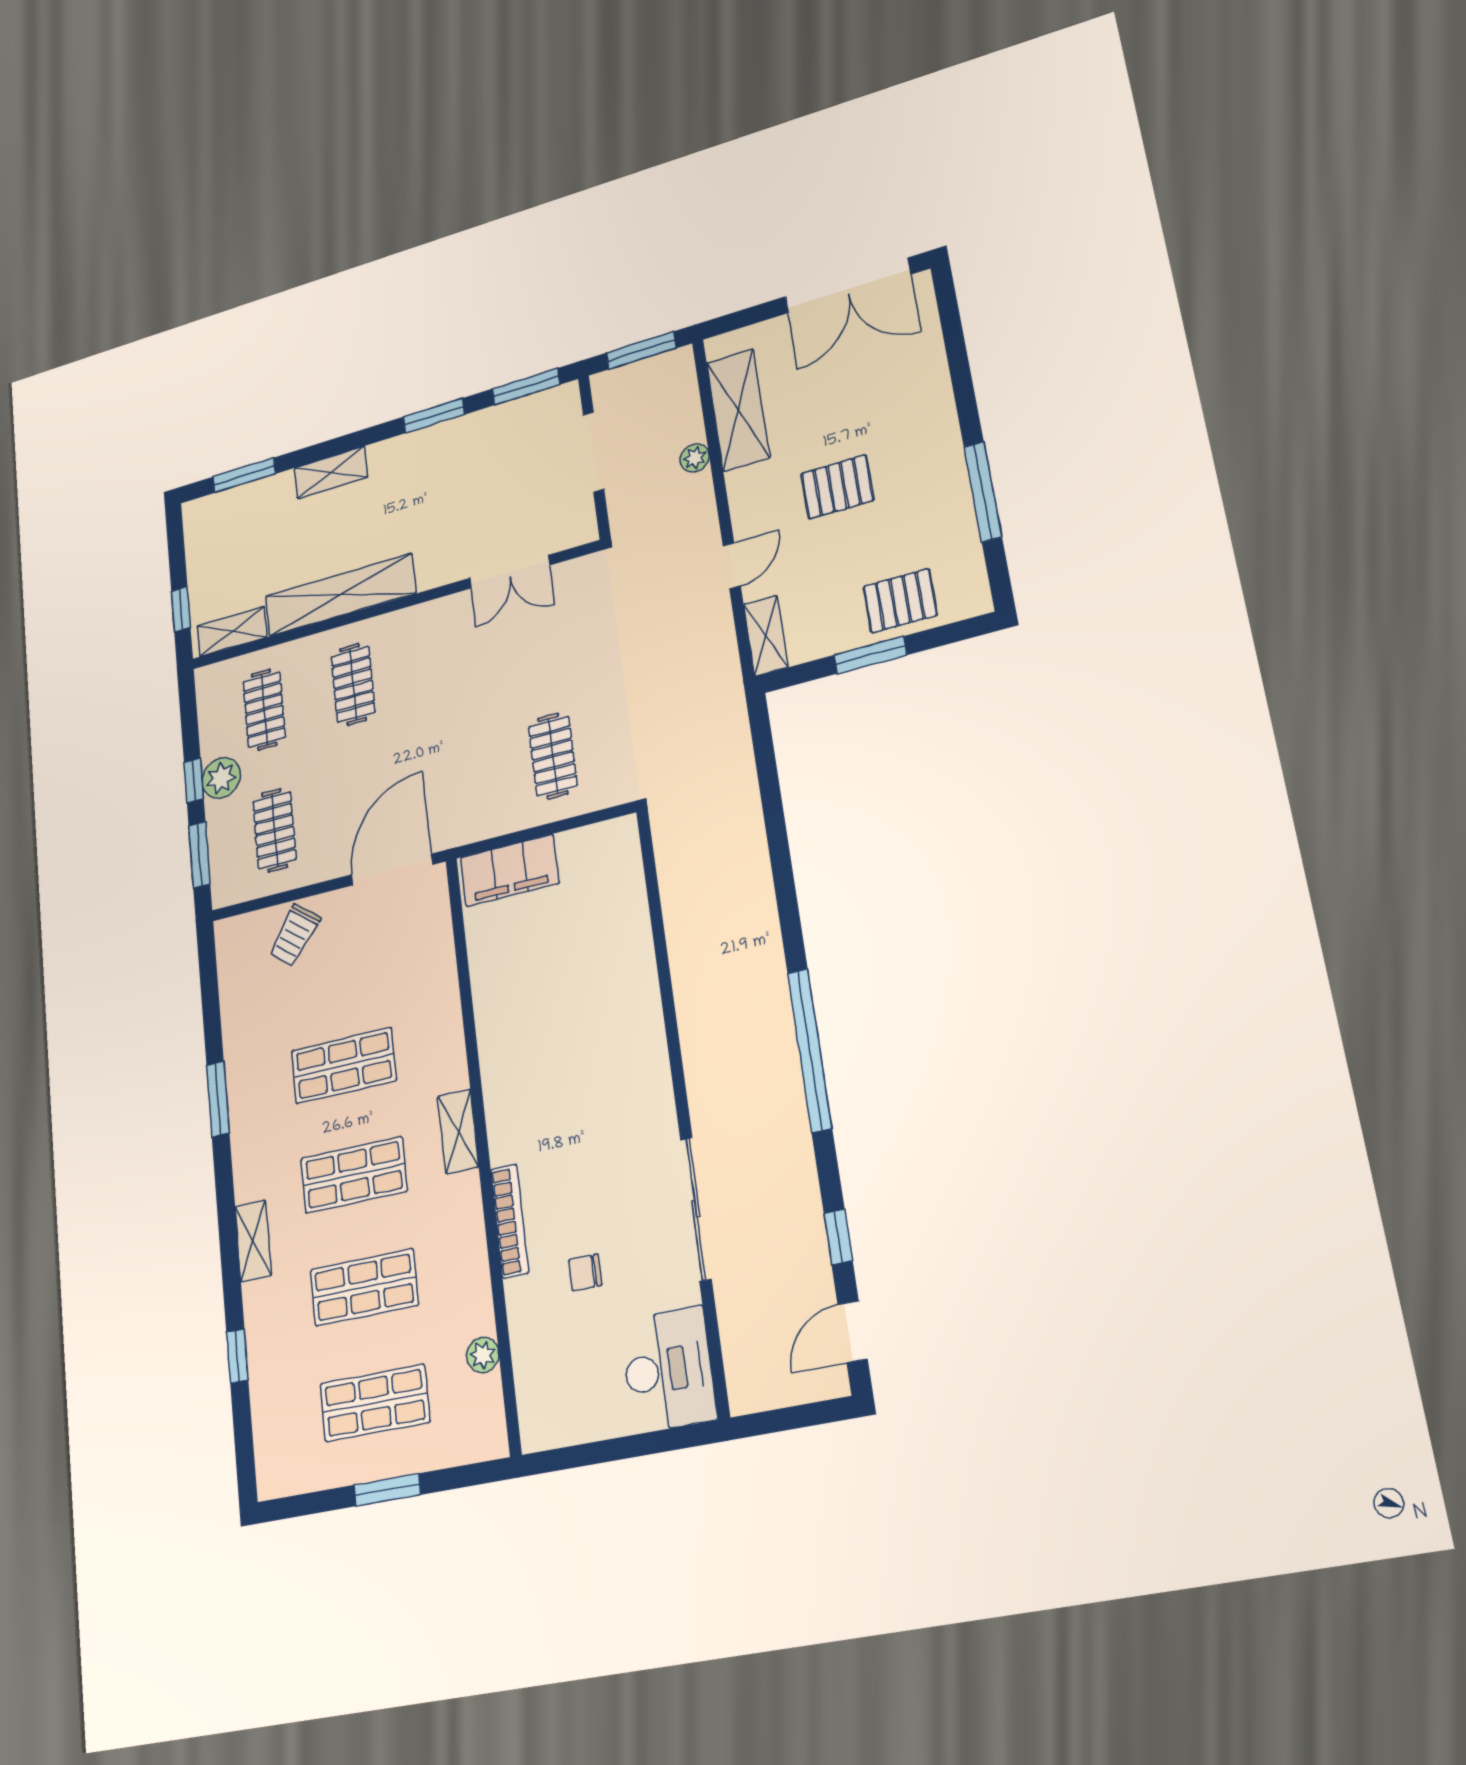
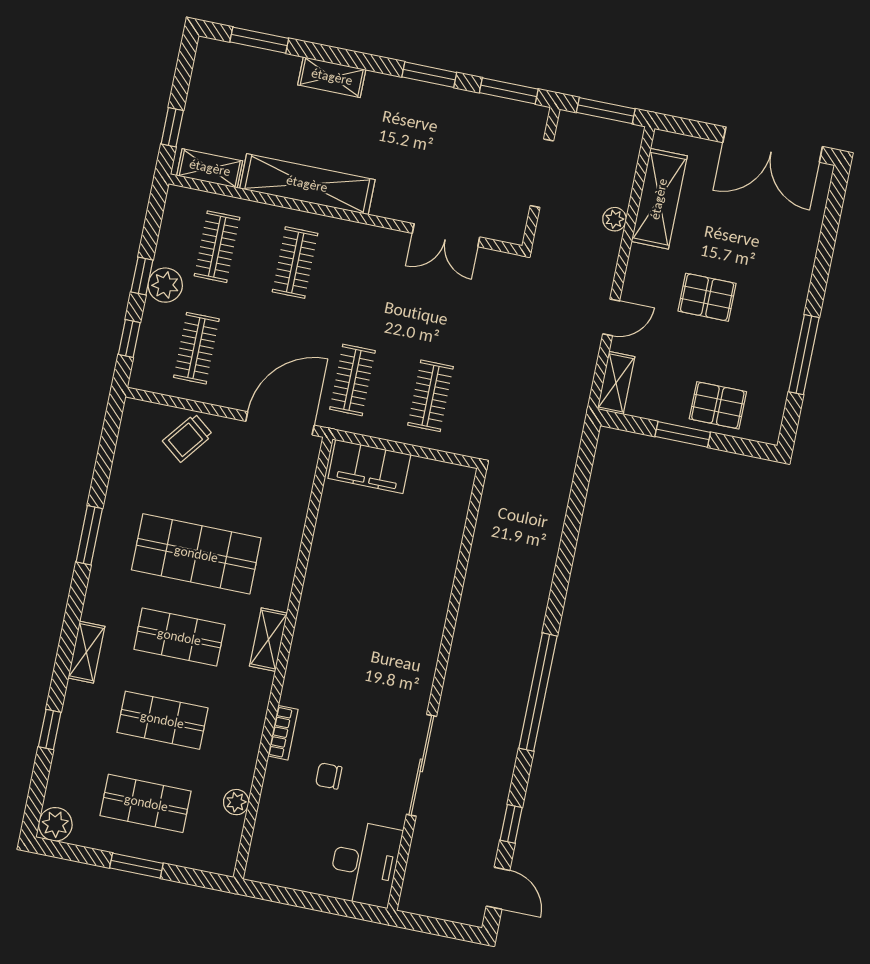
clothes rail: (458, 781) -> (352, 380), added
window: (199, 855) -> (129, 338), width x0.67
shop shelf: (344, 1066) -> (196, 554), width x1.43, depth x1.36
bookcase: (509, 1221) -> (283, 733), width x0.64
door: (853, 1332) -> (498, 888), swing flipped
plant: (276, 1475) -> (55, 824), added

